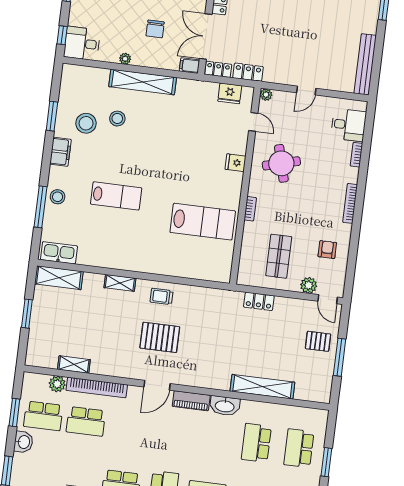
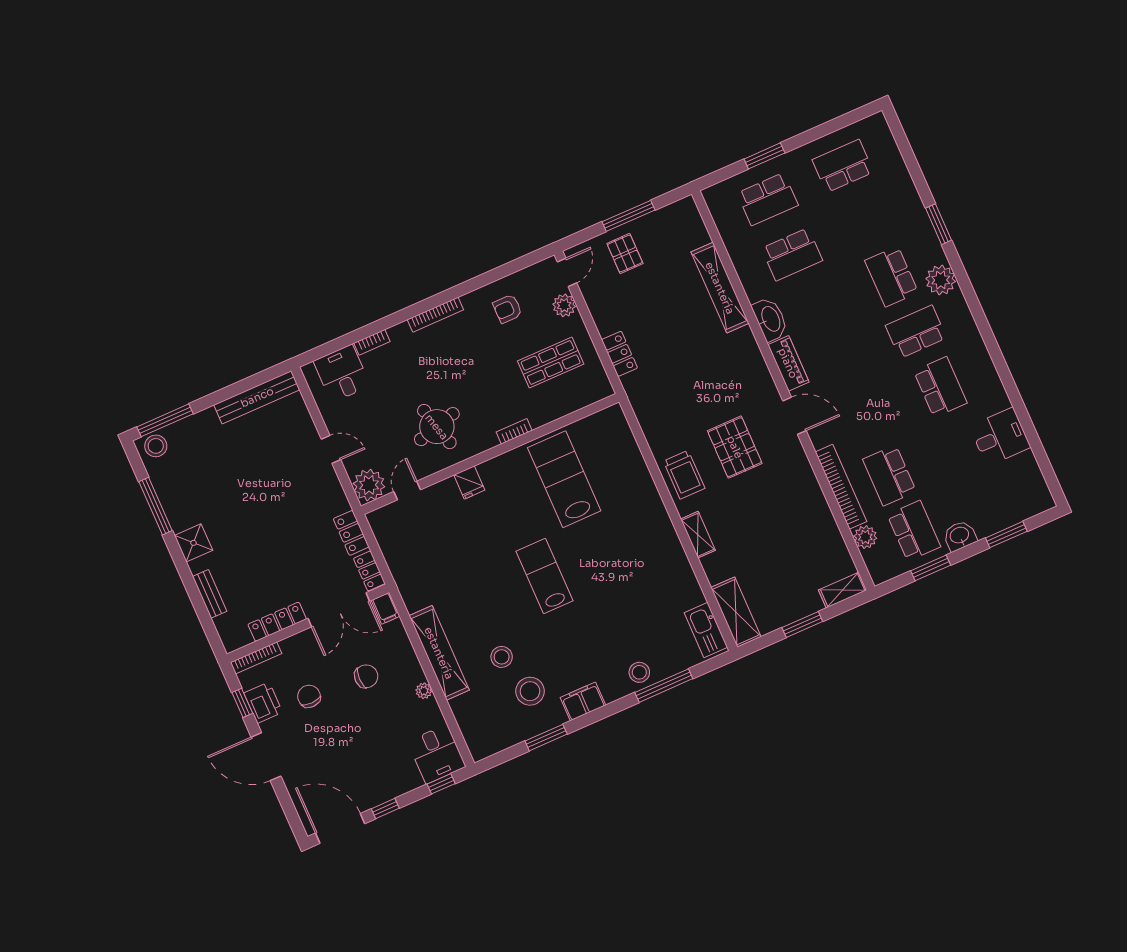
fridge: (230, 93) -> (390, 540), removed
plant: (266, 95) -> (369, 485), width x1.88, depth x1.88
lab bench: (116, 196) -> (545, 576), moved
trolley: (161, 296) -> (684, 475), width x1.36, depth x1.39
shelving: (74, 365) -> (843, 590), moved, turned 90
school desk: (86, 421) -> (889, 475), turned 180

